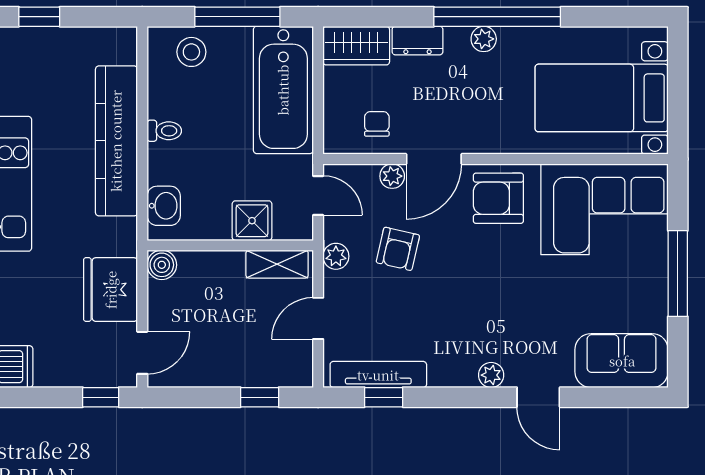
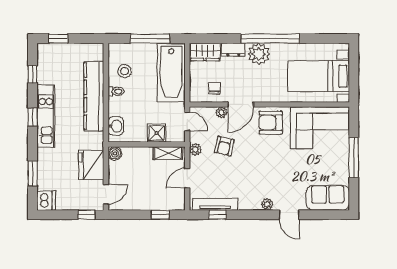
plant: (484, 39) -> (259, 54), width x1.88, depth x1.88
stool: (191, 52) -> (125, 71), moved

